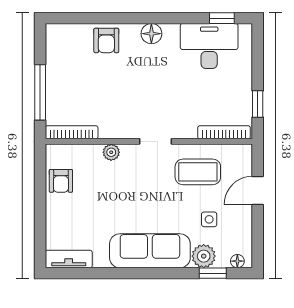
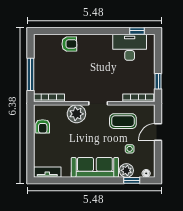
floor lamp: (151, 34) -> (96, 40), removed
armchair: (106, 40) -> (69, 44), turned -91
plant: (111, 152) -> (76, 114), width x1.88, depth x1.88

